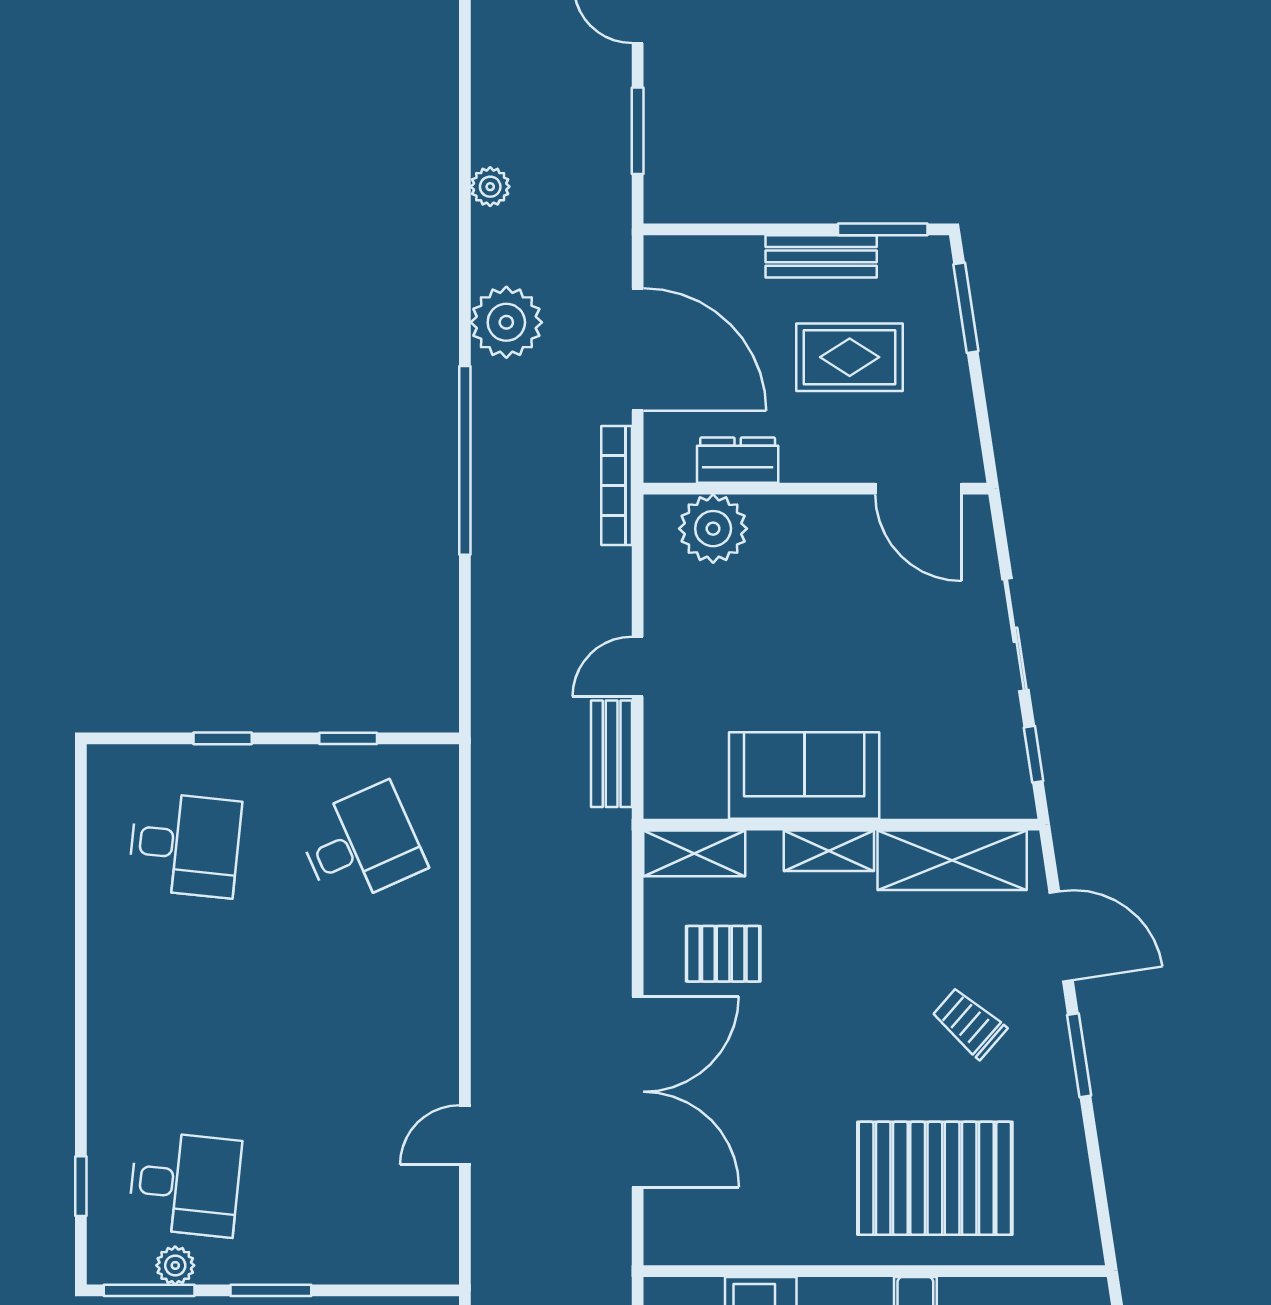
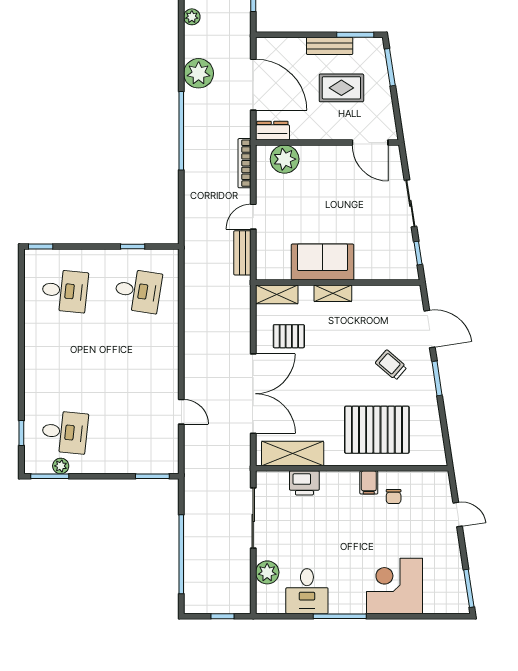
dresser: (738, 460) -> (272, 131), moved
bookcase: (617, 485) -> (244, 163), moved
window: (223, 738) -> (41, 246), moved
desk: (361, 845) -> (138, 291), turned 33
shelving: (952, 860) -> (293, 454), moved
door: (465, 1135) -> (181, 412), swing flipped
window: (271, 1290) -> (152, 476), moved

